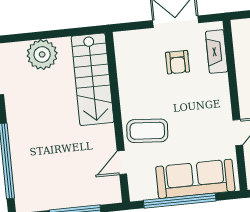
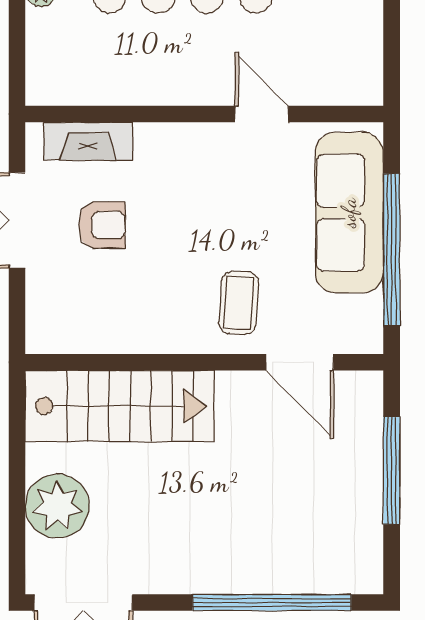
coffee table: (147, 131) -> (239, 303), width x0.73, depth x0.77
door: (122, 162) -> (300, 362), width x1.38

